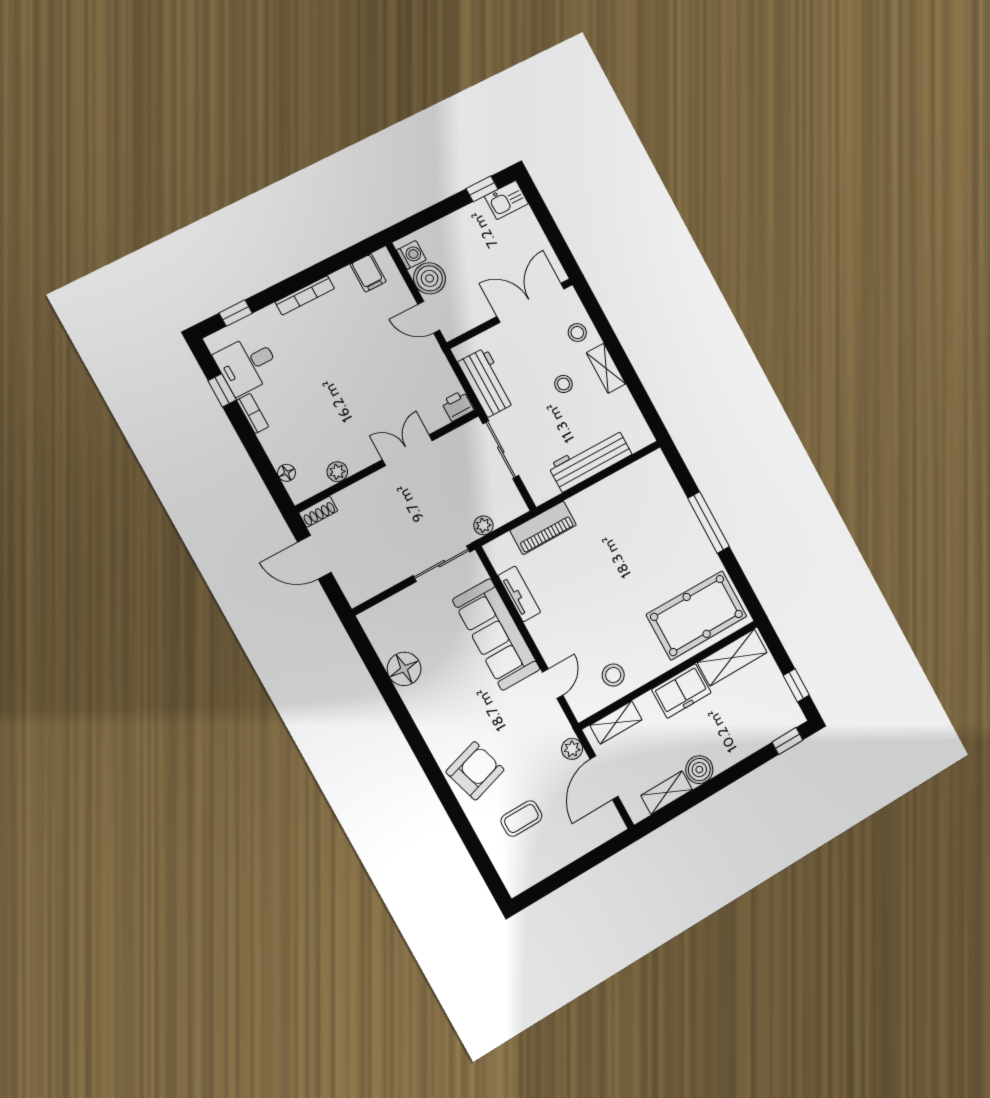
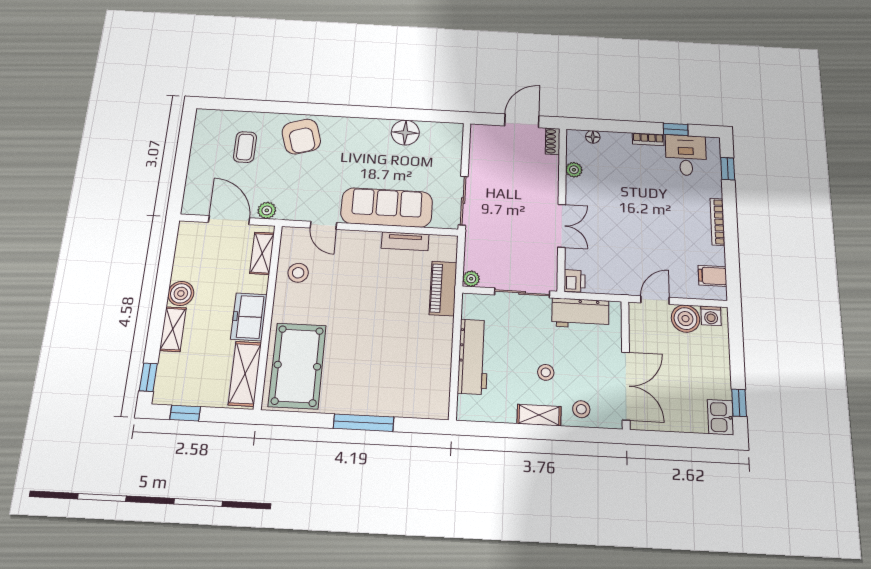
plant: (483, 525) -> (471, 279), moved
shelving: (667, 793) -> (173, 329), moved

